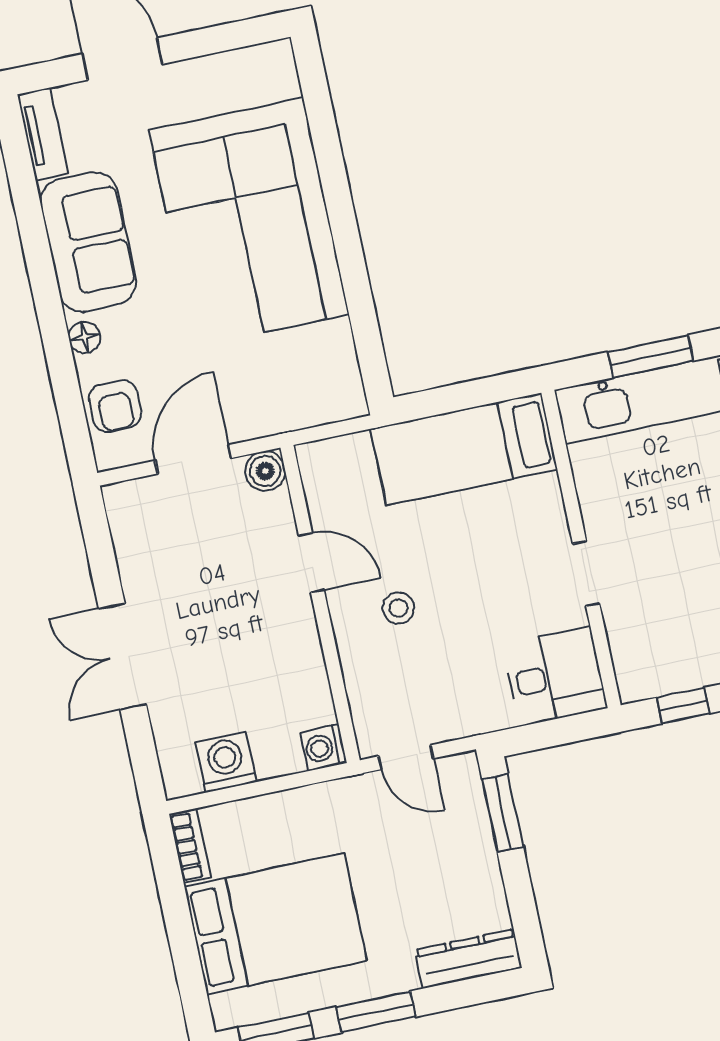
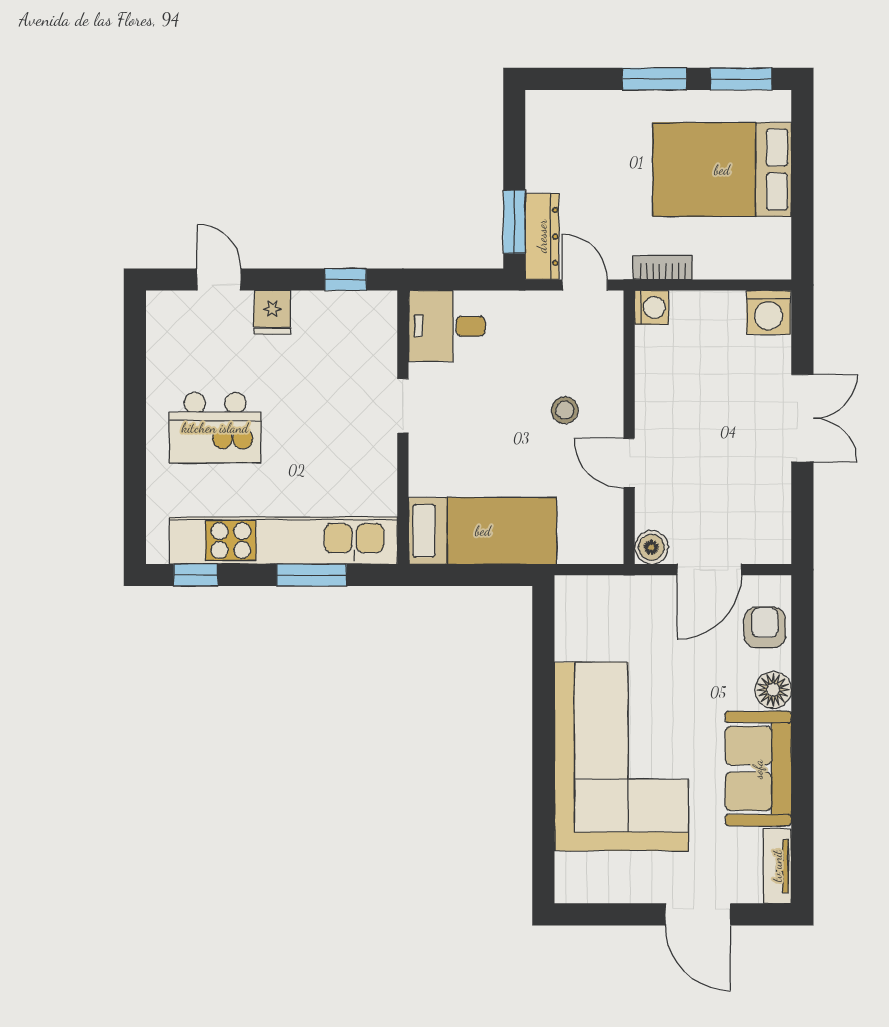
floor lamp: (85, 337) -> (773, 690), width x1.37, depth x1.37
washing machine: (226, 762) -> (769, 312), moved
bookcase: (190, 846) -> (663, 268), moved, turned 90
dresser: (468, 959) -> (542, 236), moved, turned -90

